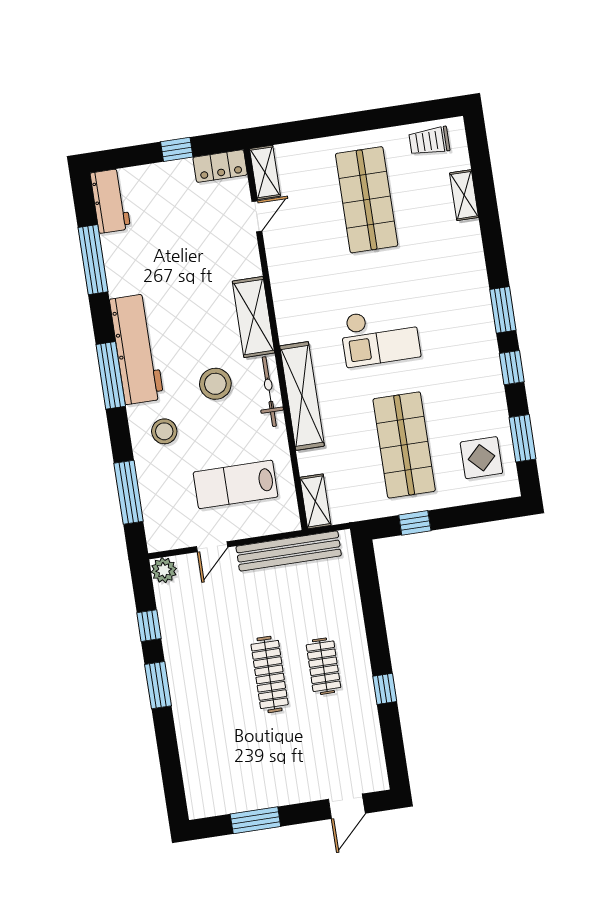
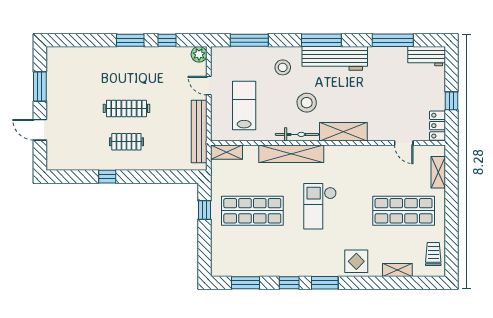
shelving: (265, 172) -> (438, 172), moved, turned 90
display table: (481, 458) -> (356, 261), moved
door: (347, 806) -> (40, 130), moved

